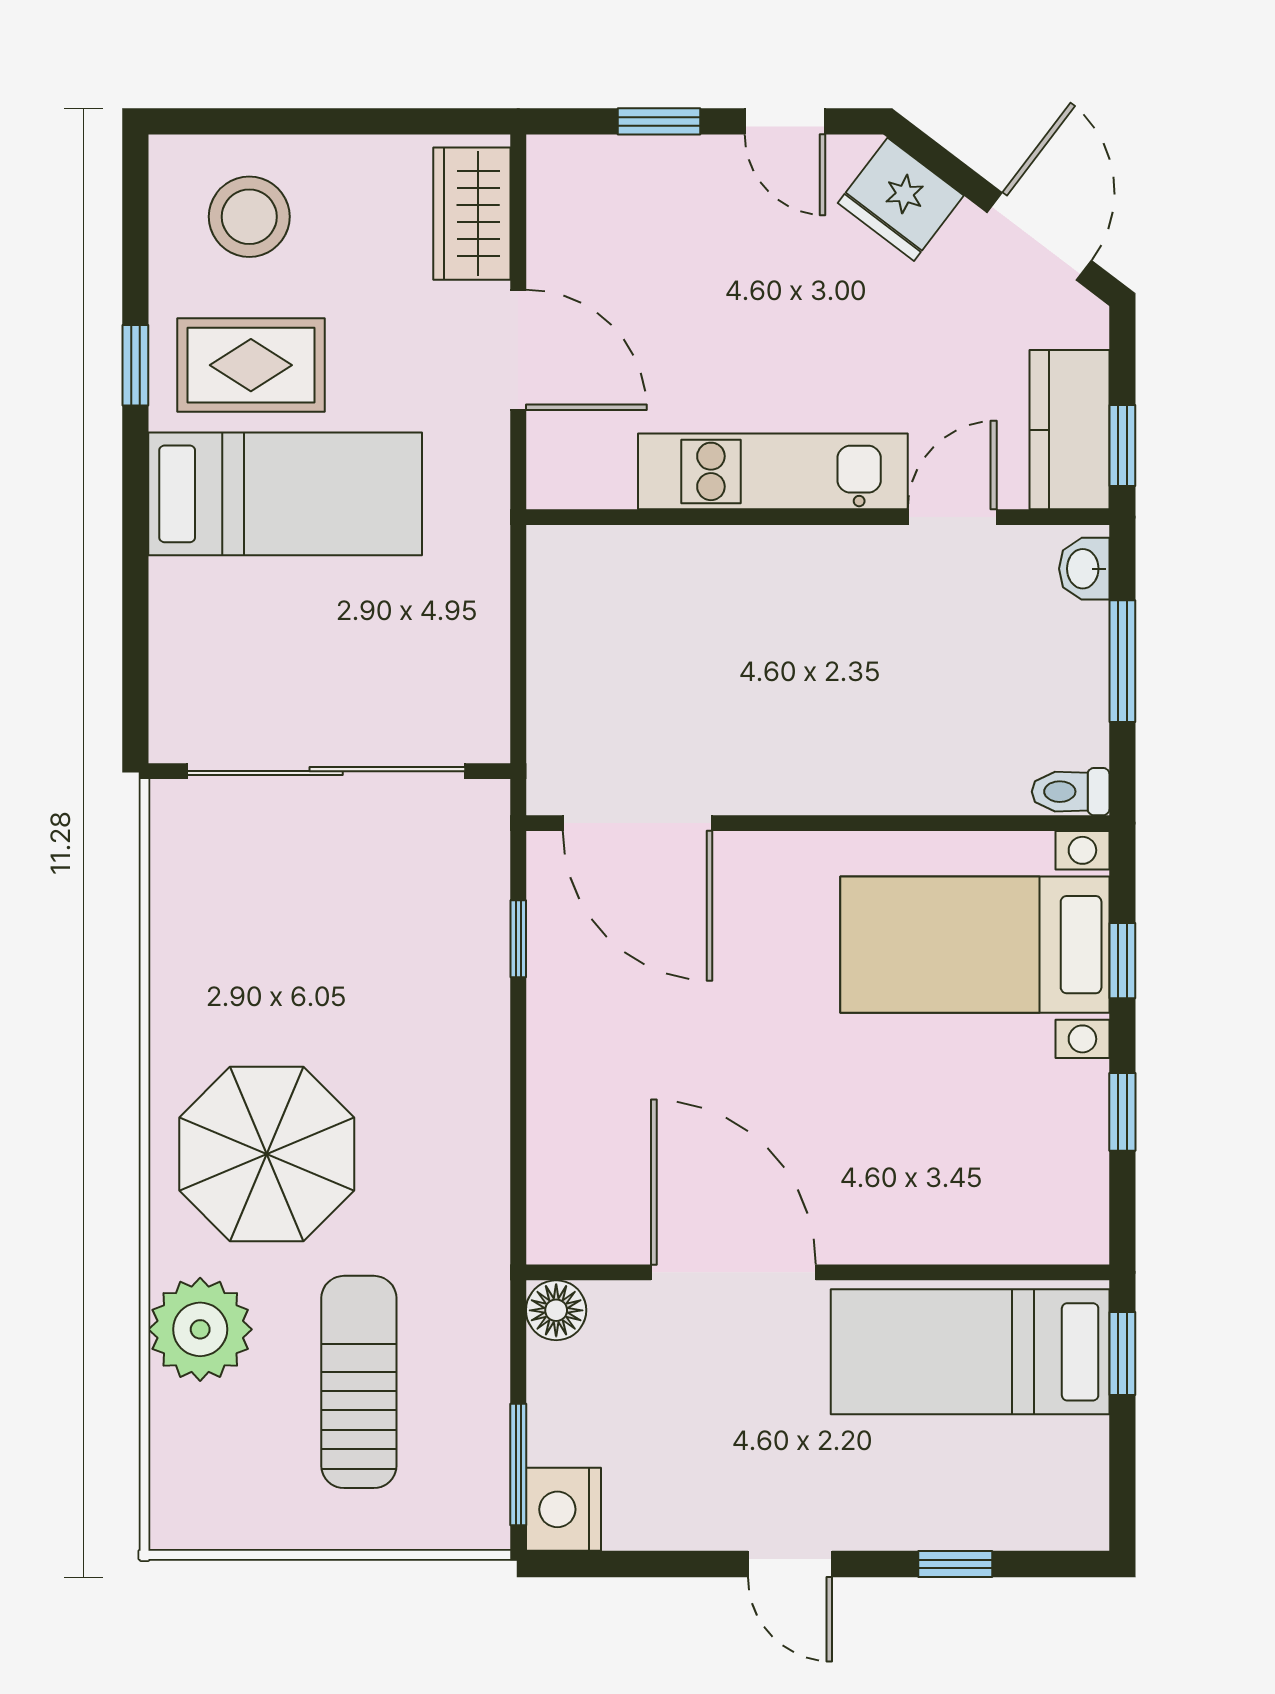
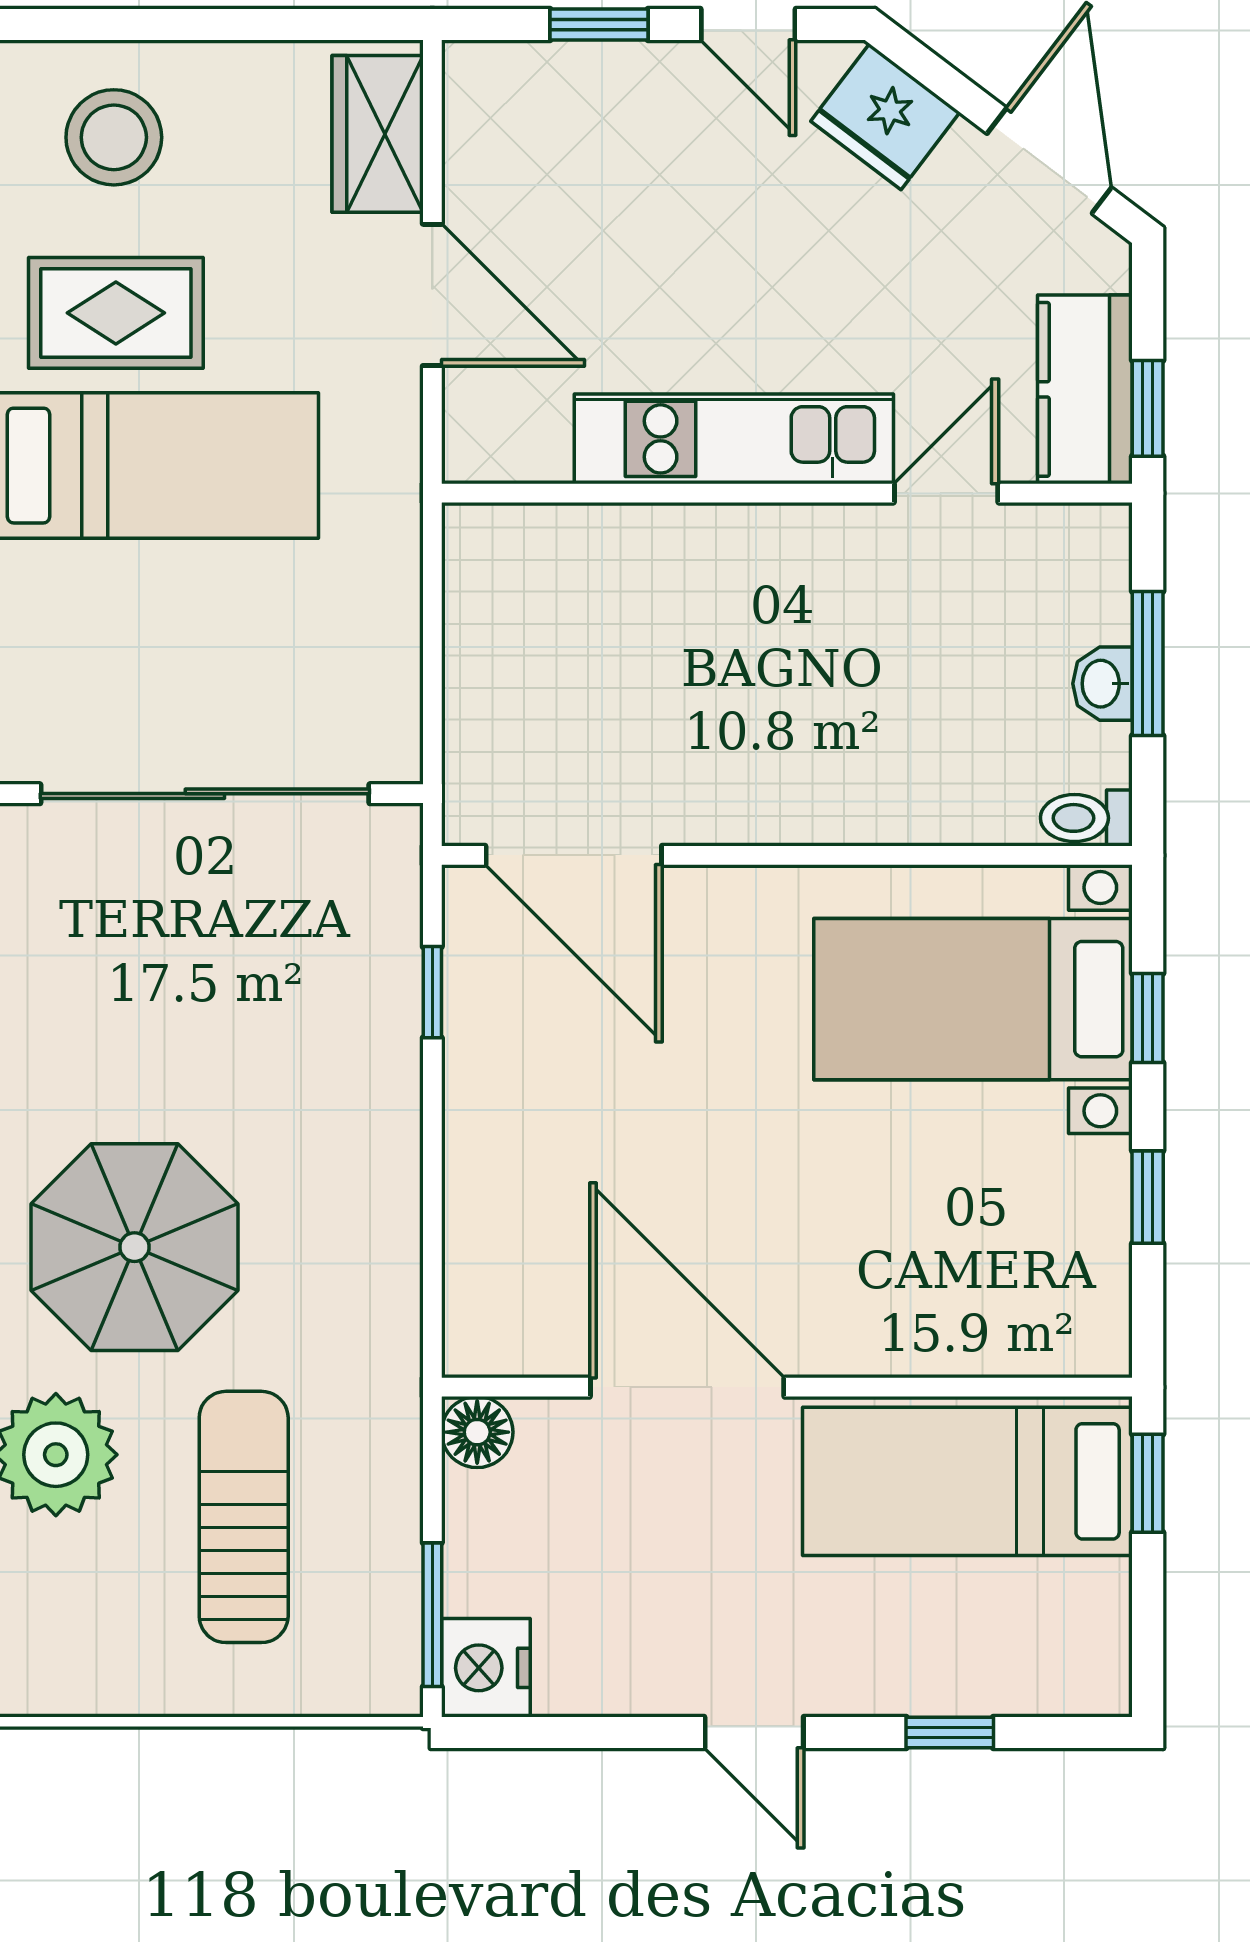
washbasin: (1084, 569) -> (1102, 684), moved

